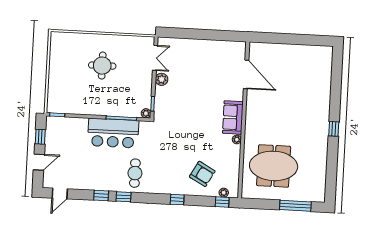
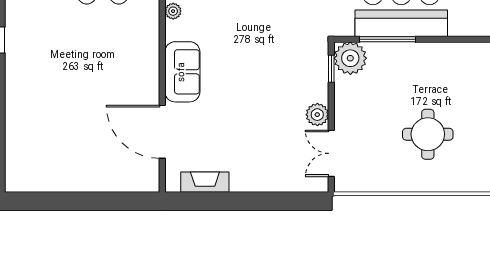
fireplace: (224, 46) -> (205, 182), added
plant: (146, 113) -> (350, 58), width x1.88, depth x1.88
sofa: (233, 117) -> (182, 72), moved

